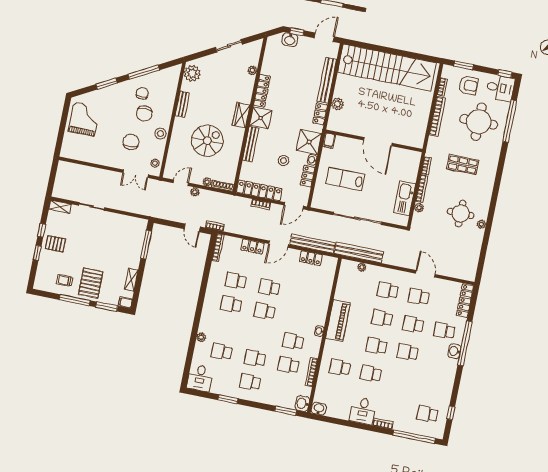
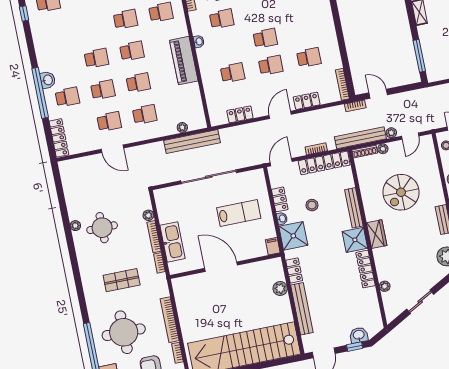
kitchen sink: (405, 198) -> (172, 242), moved
bench: (312, 244) -> (360, 138), moved
school desk: (231, 304) -> (233, 73), moved

